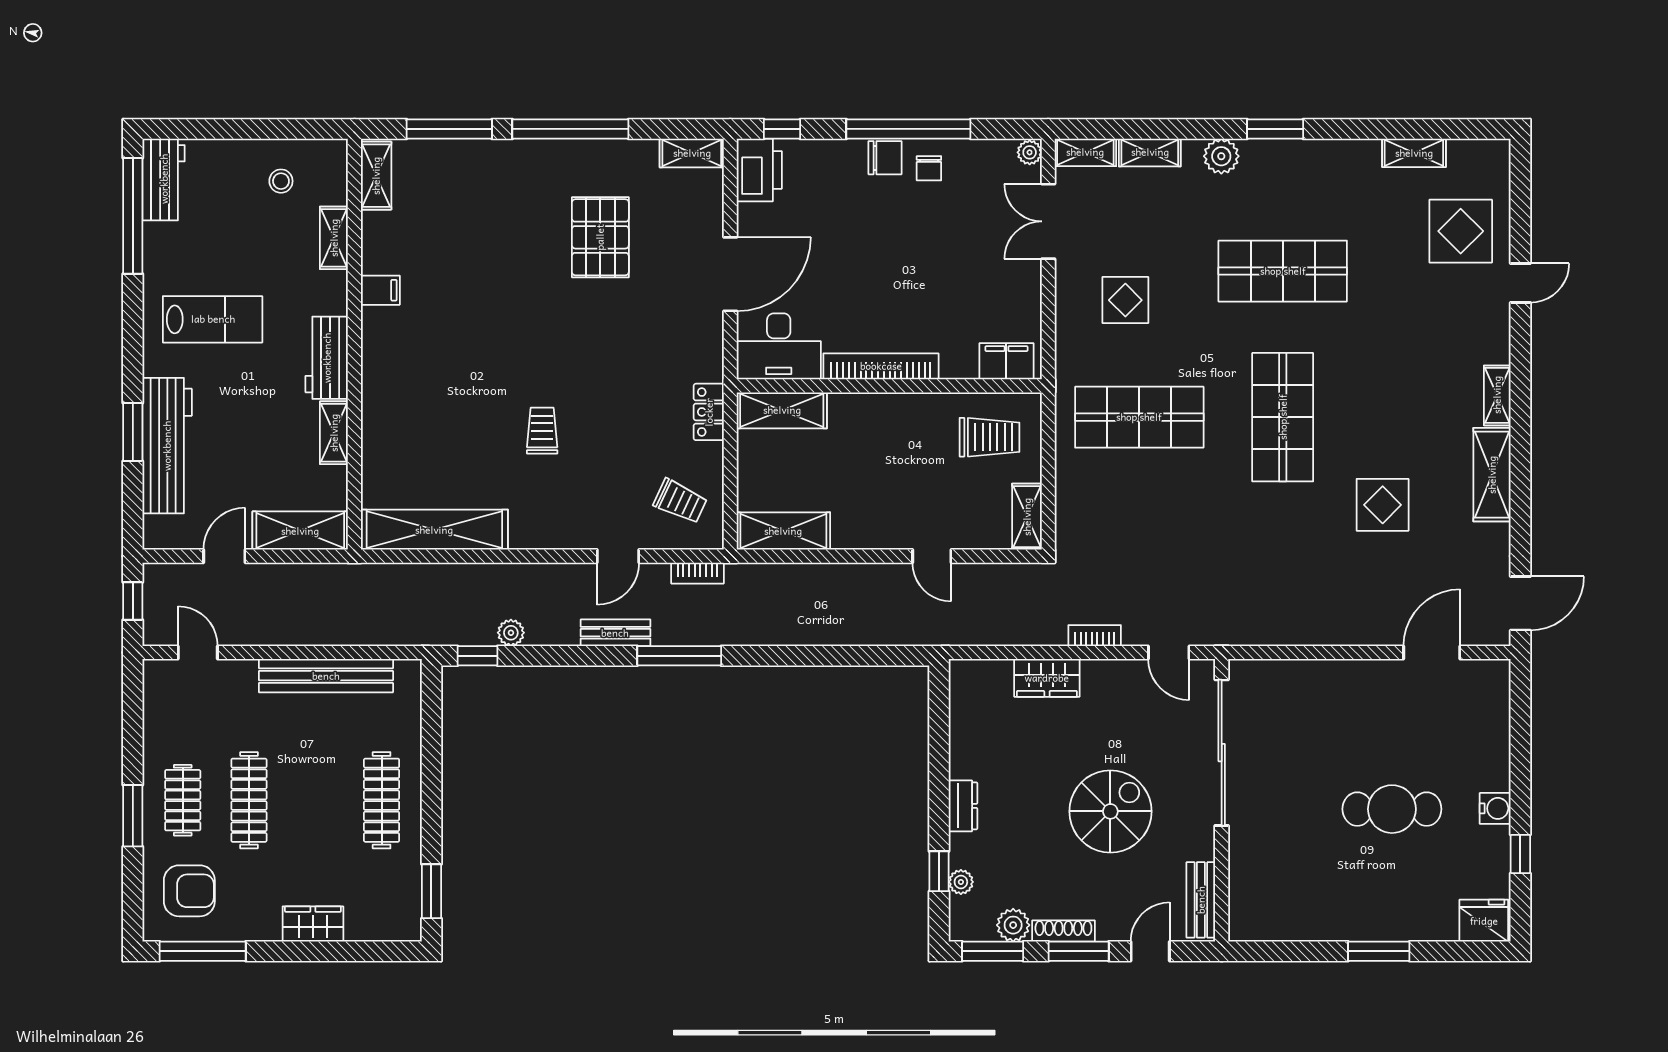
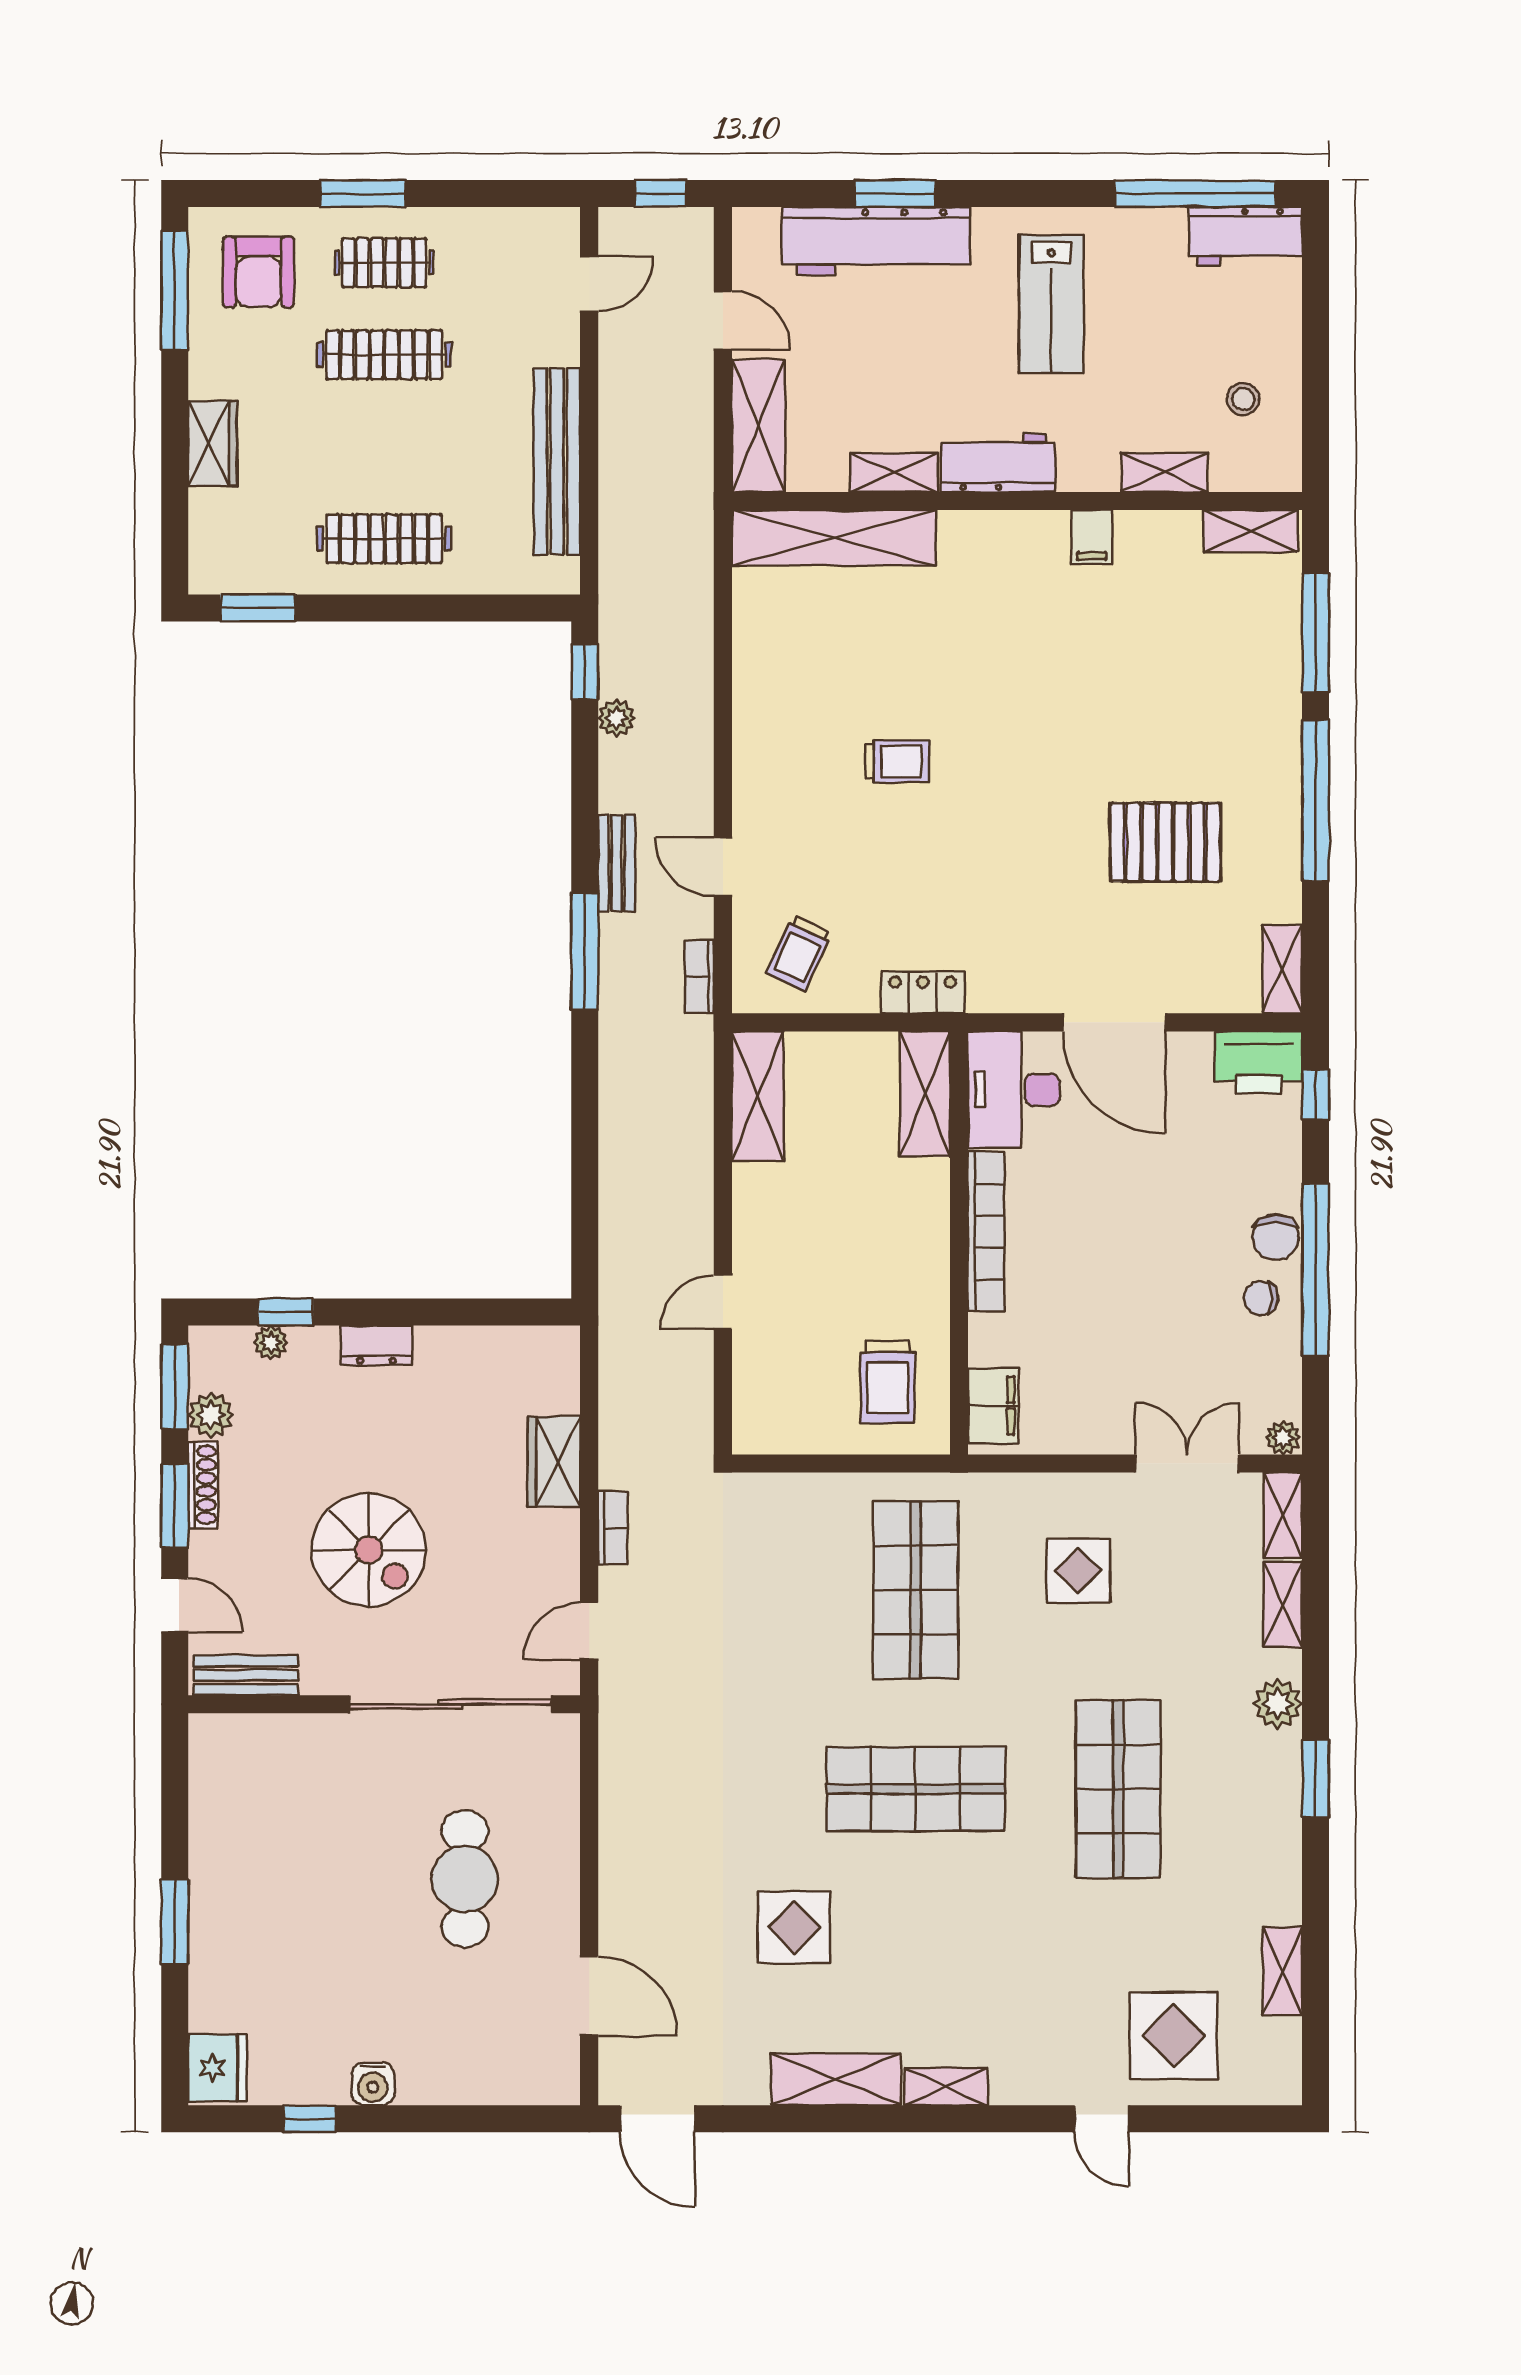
shelving: (1027, 517) -> (778, 1434), removed
shelving: (434, 530) -> (834, 538), moved, turned 90
cafe table: (1392, 809) -> (465, 1879), moved

